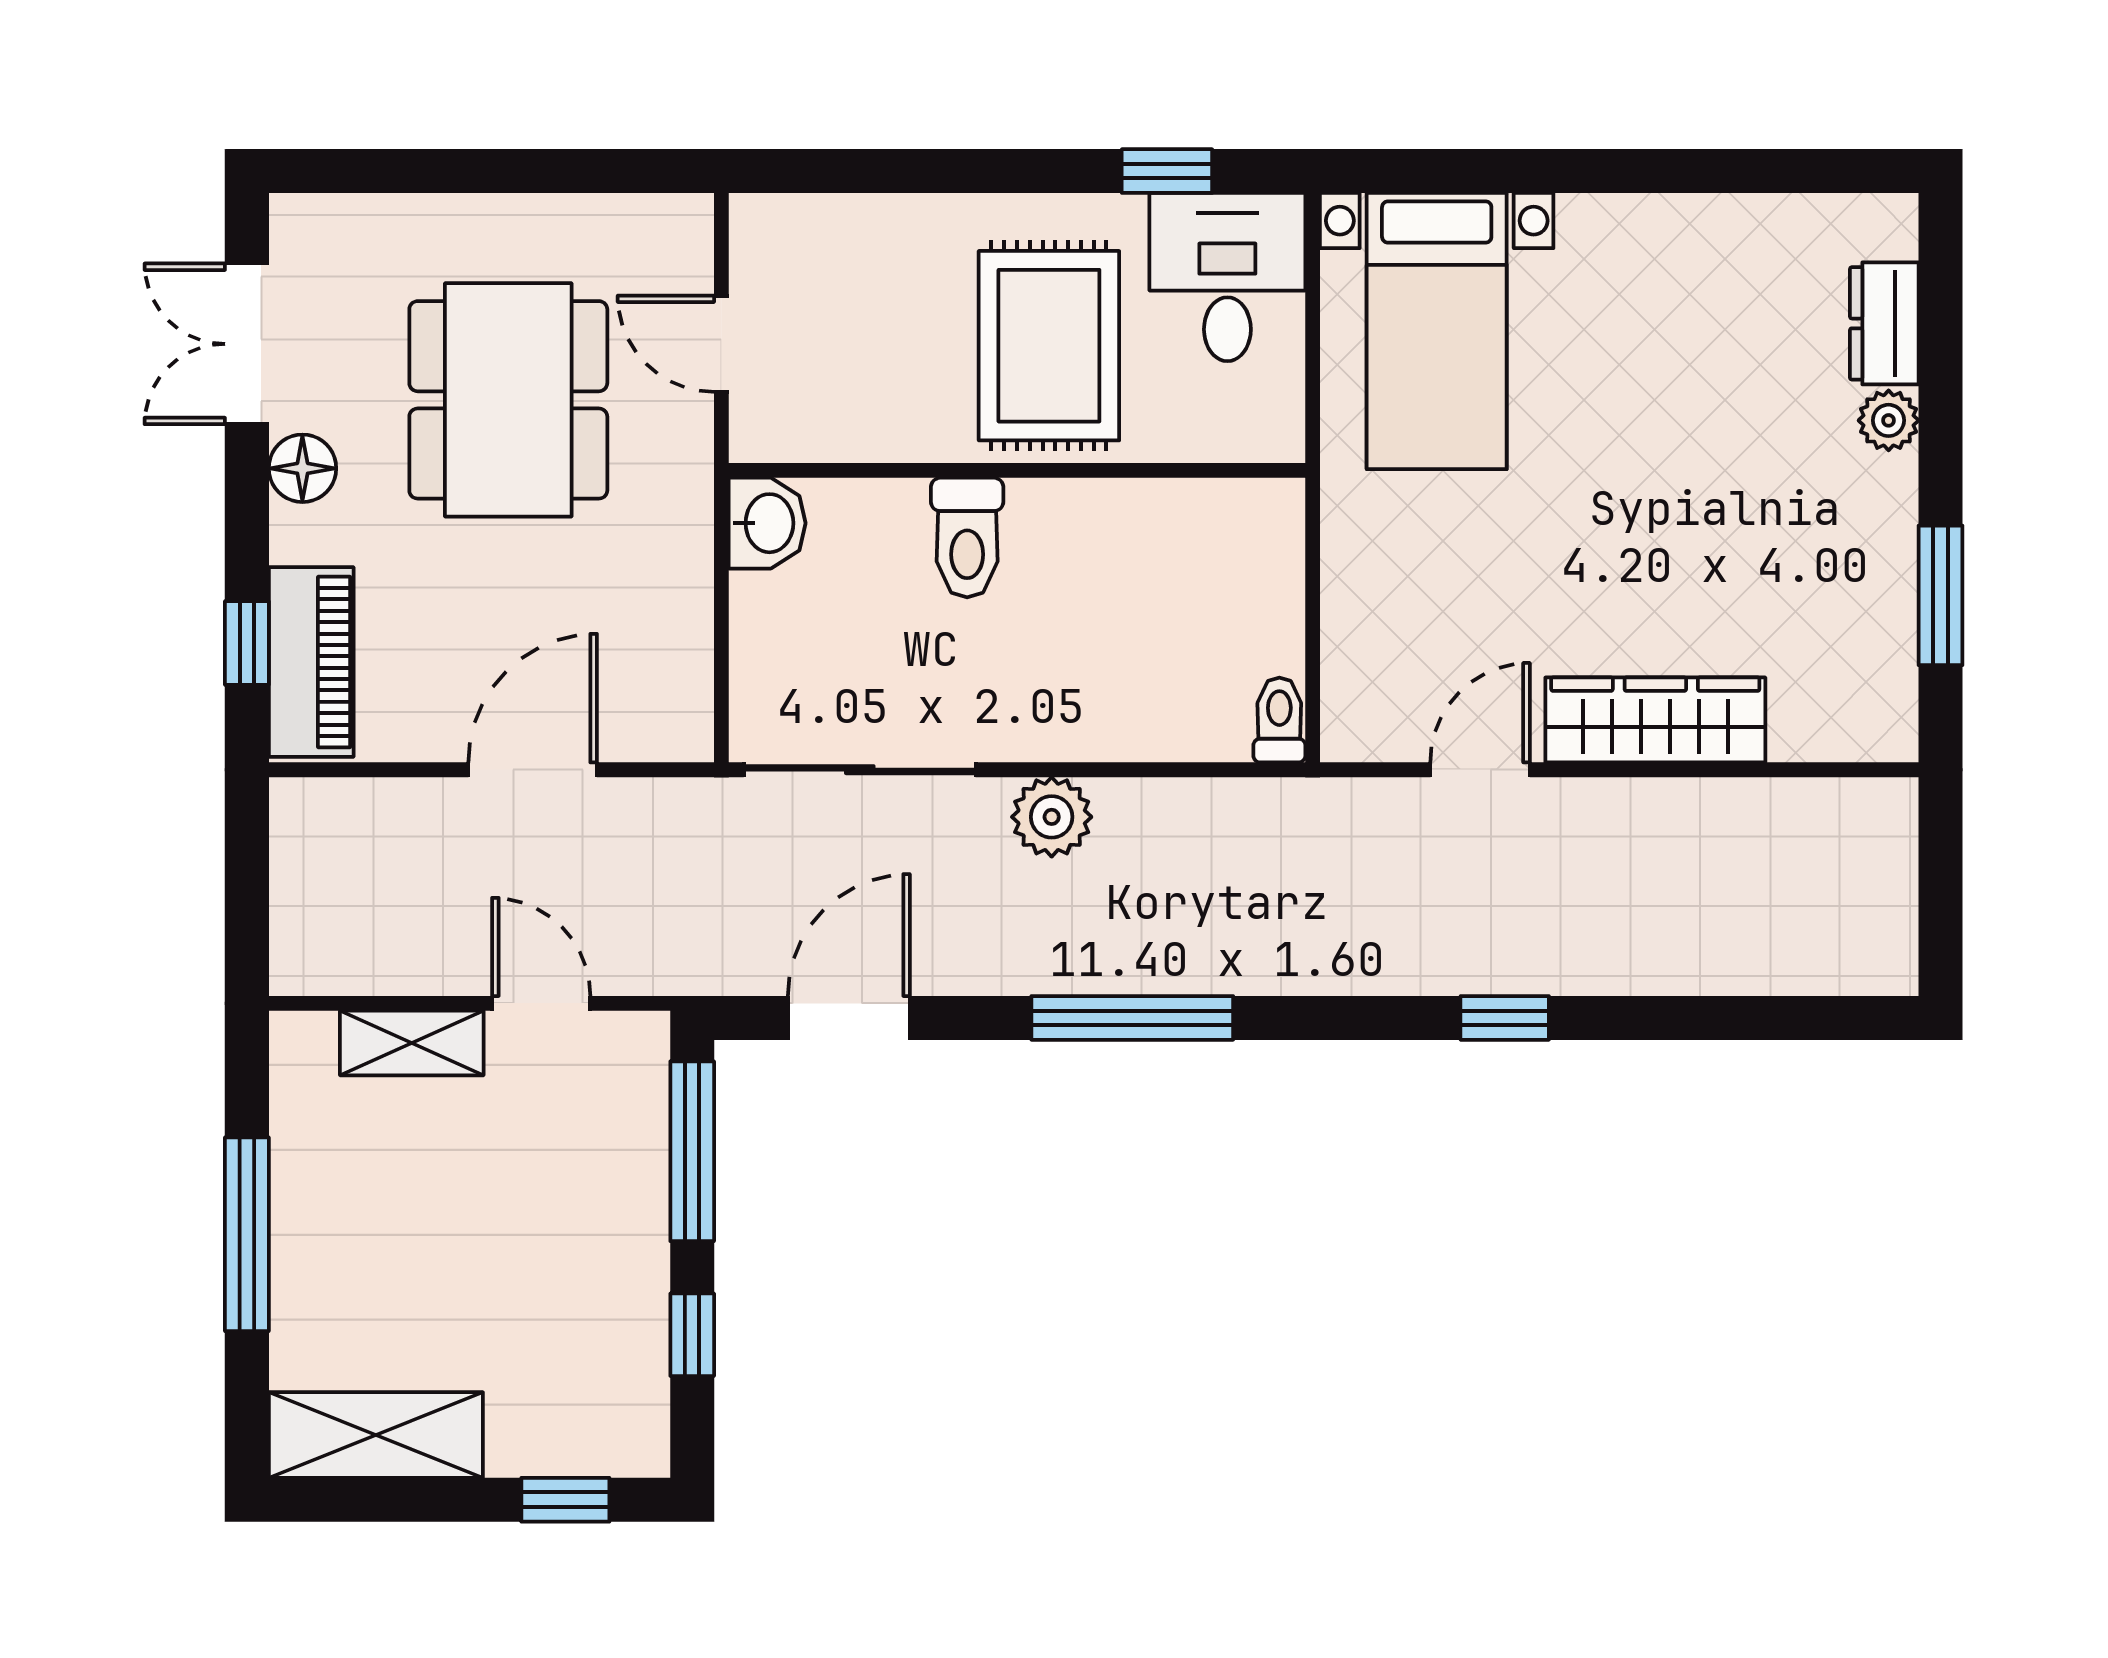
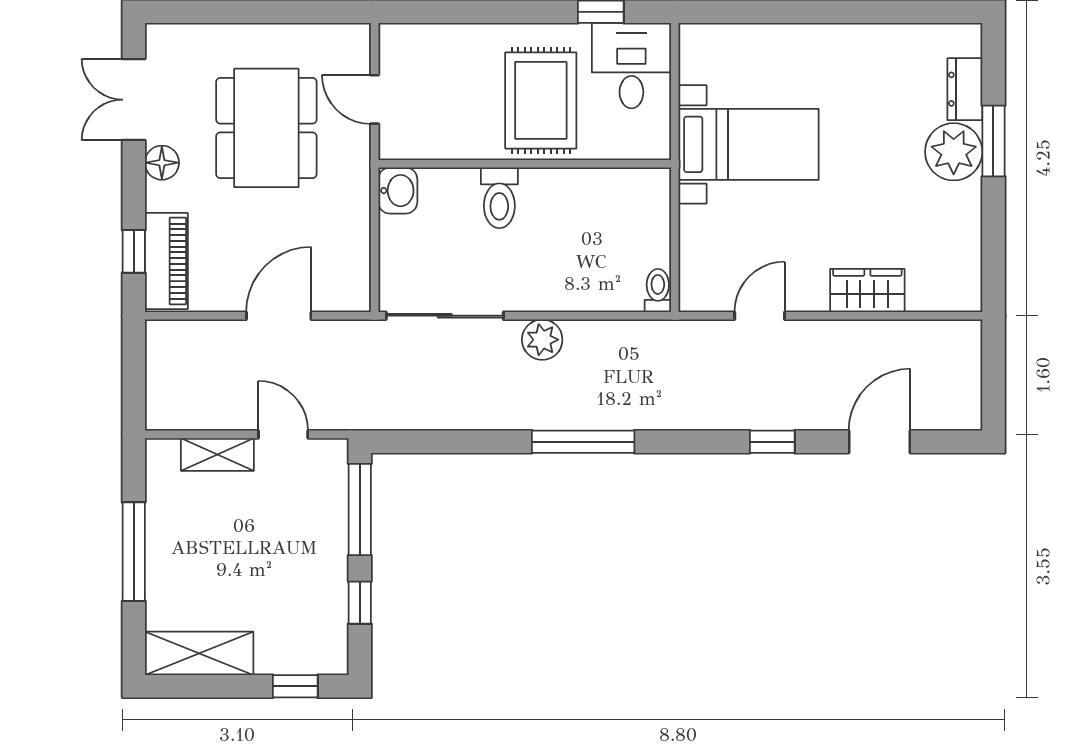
bed with nightstands: (1437, 331) -> (749, 144), moved, turned -90
plant: (1889, 420) -> (954, 152), width x1.87, depth x1.87
window: (1941, 595) -> (993, 141), moved
wardrobe: (1655, 720) -> (867, 290), width x0.67
door: (849, 1018) -> (879, 442), moved

